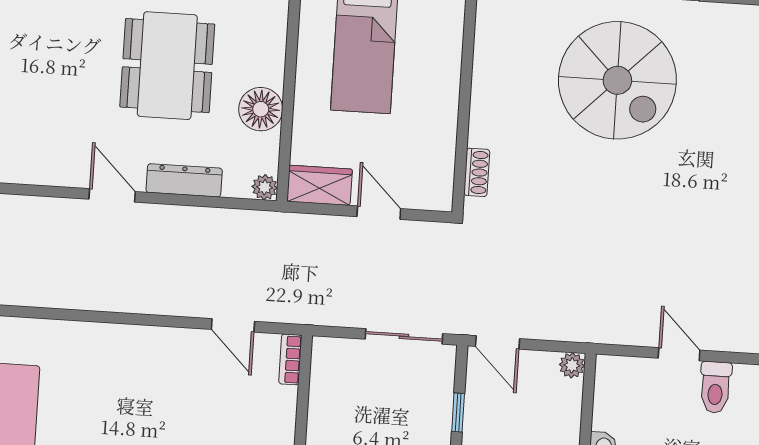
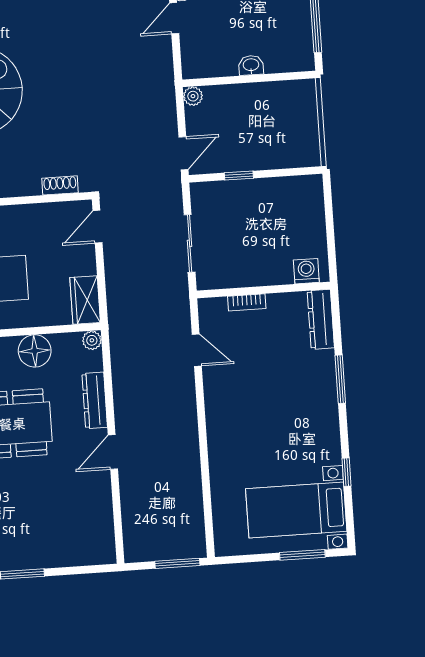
door: (379, 213) -> (98, 227), moved
door: (233, 325) -> (197, 350), hinge flipped
sliding door: (404, 336) -> (190, 243), moved
bookcase: (290, 359) -> (247, 302), moved

